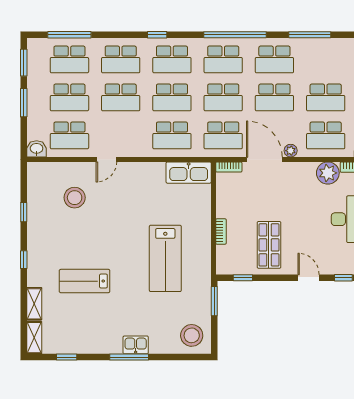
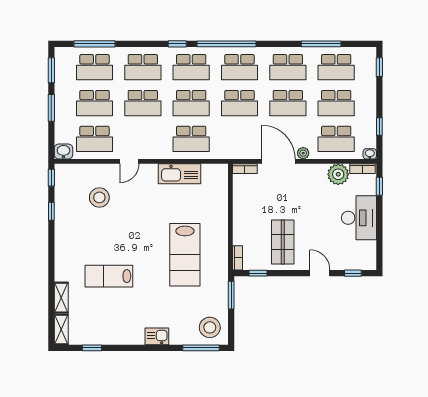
window: (235, 35) -> (227, 44), moved
school desk: (223, 135) -> (336, 67), moved
kitchen sink: (189, 173) -> (179, 174), moved
bookcase: (221, 232) -> (237, 258), moved
window: (24, 260) -> (51, 178), moved
window: (129, 357) -> (201, 348), moved

